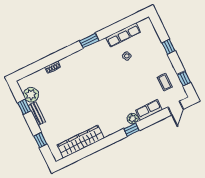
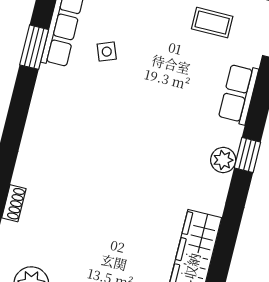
window: (89, 41) -> (34, 47), moved
plant: (133, 119) -> (223, 160), moved

